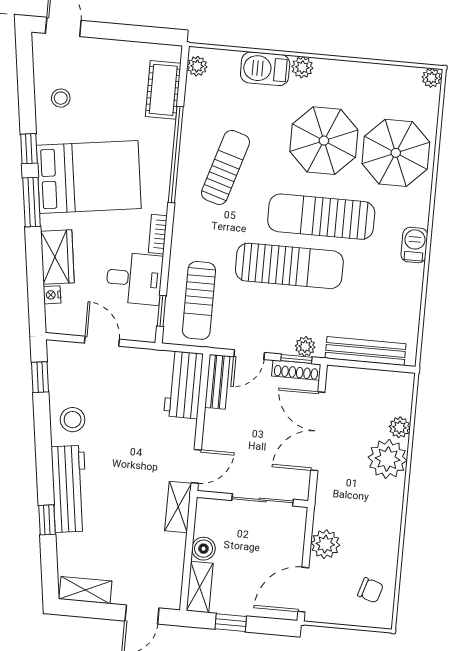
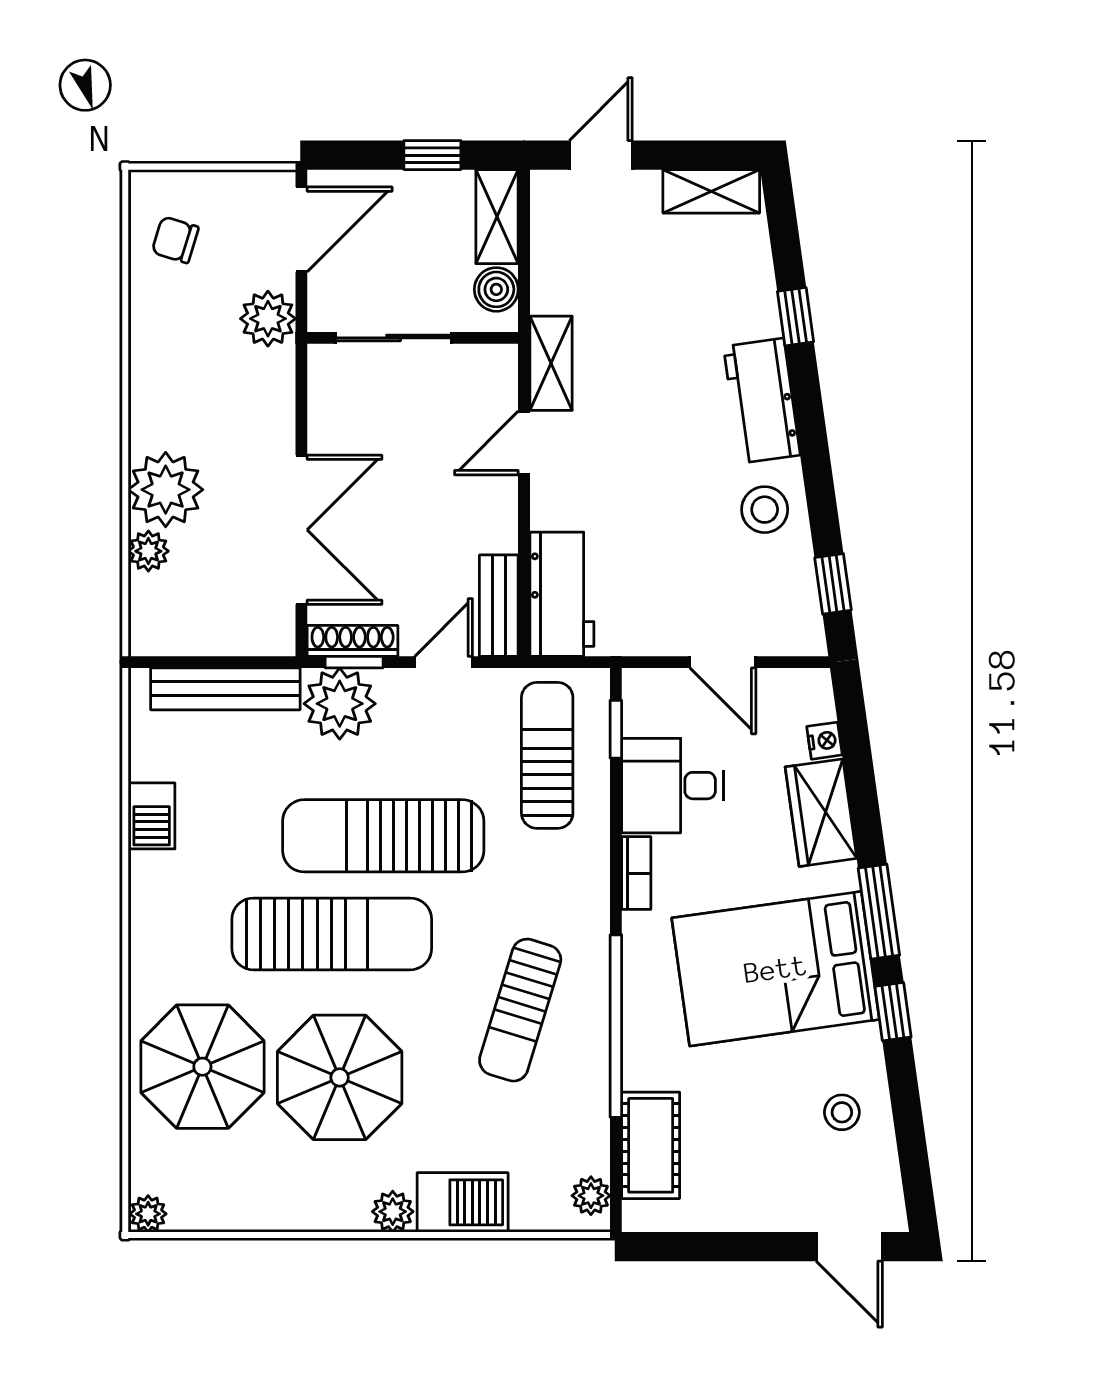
barbecue: (414, 245) -> (152, 816), moved
plant: (305, 346) -> (340, 704), width x1.88, depth x1.88
workbench: (69, 489) -> (762, 401), width x0.73
wall: (252, 499) -> (413, 338), moved
sliding door: (263, 500) -> (394, 338), moved

